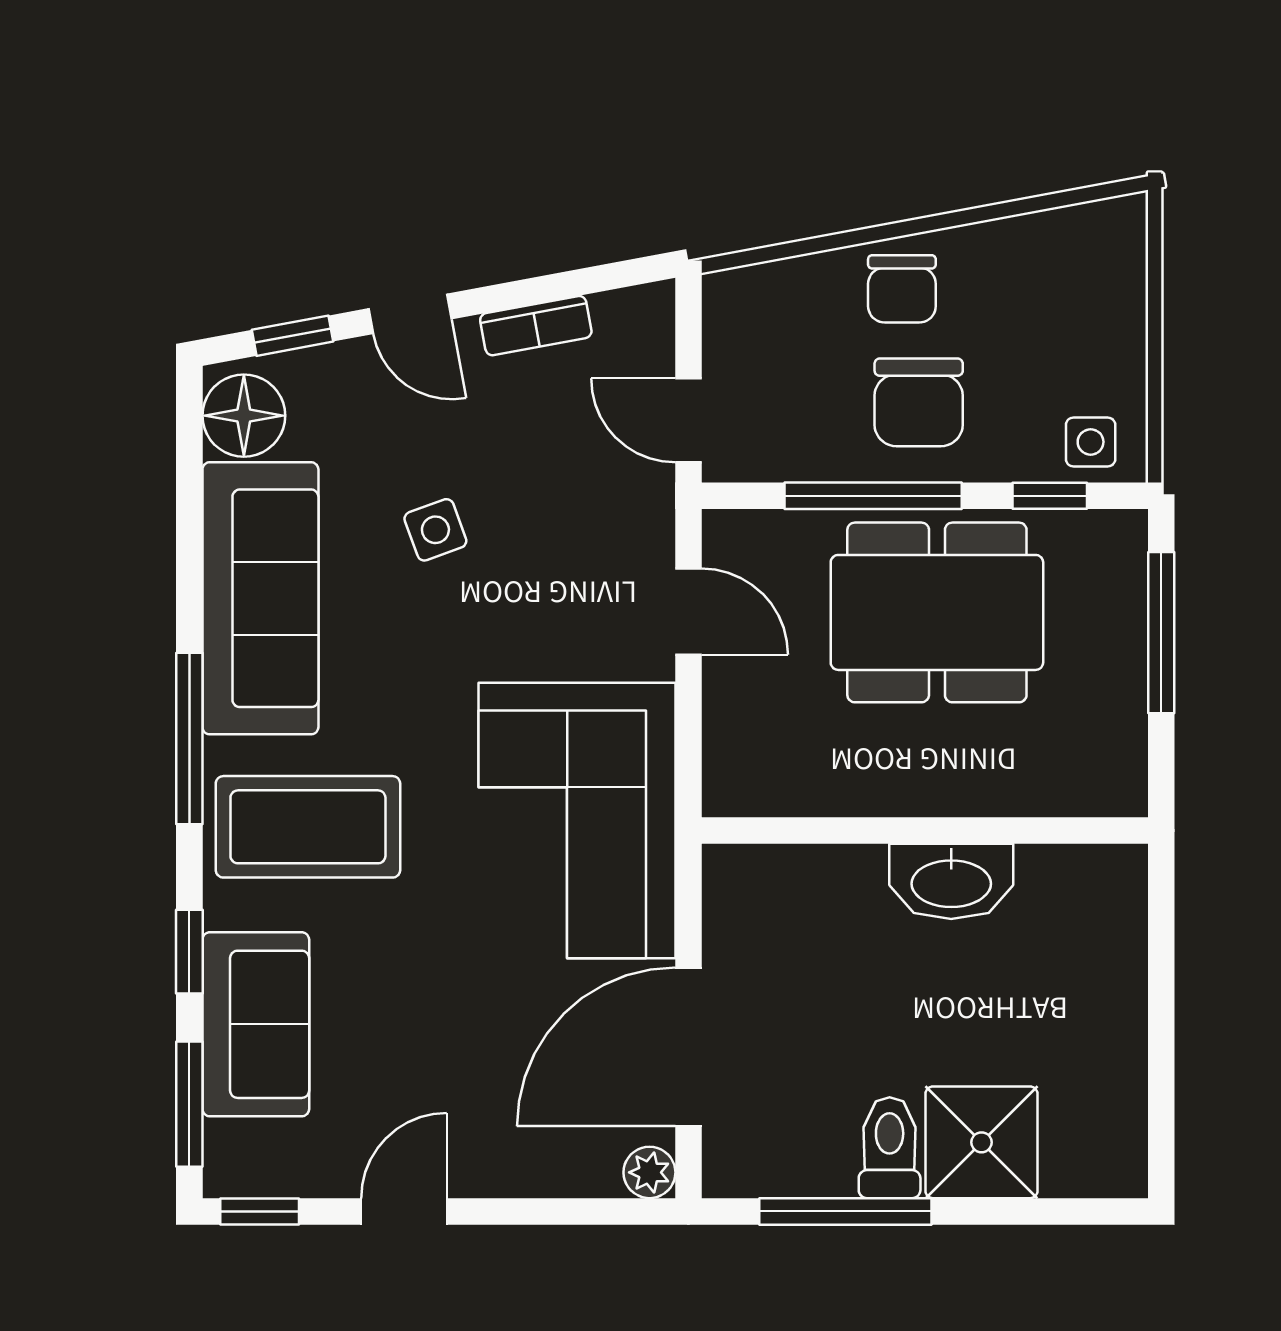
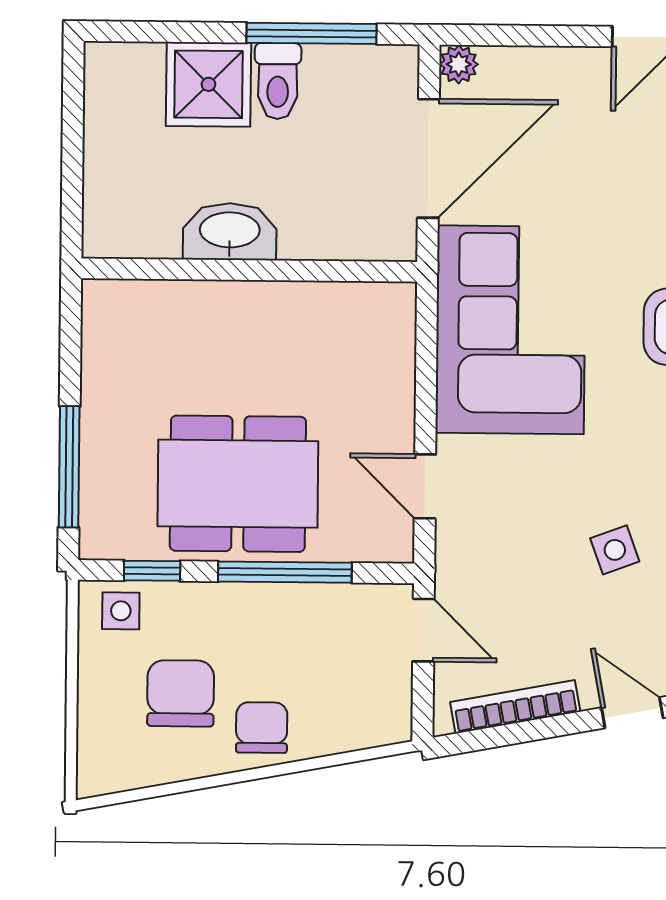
bookcase: (536, 326) -> (515, 707), width x1.56
chair: (919, 402) -> (181, 693), moved
wall: (925, 831) -> (249, 270), moved
washbasin: (951, 881) -> (230, 232), moved

